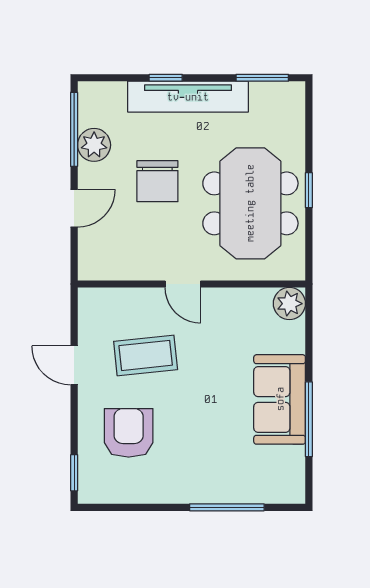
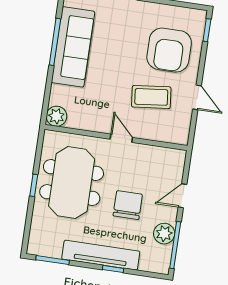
sofa: (280, 399) -> (73, 47), width x1.36
armchair: (129, 433) -> (169, 50), width x1.36, depth x1.36

